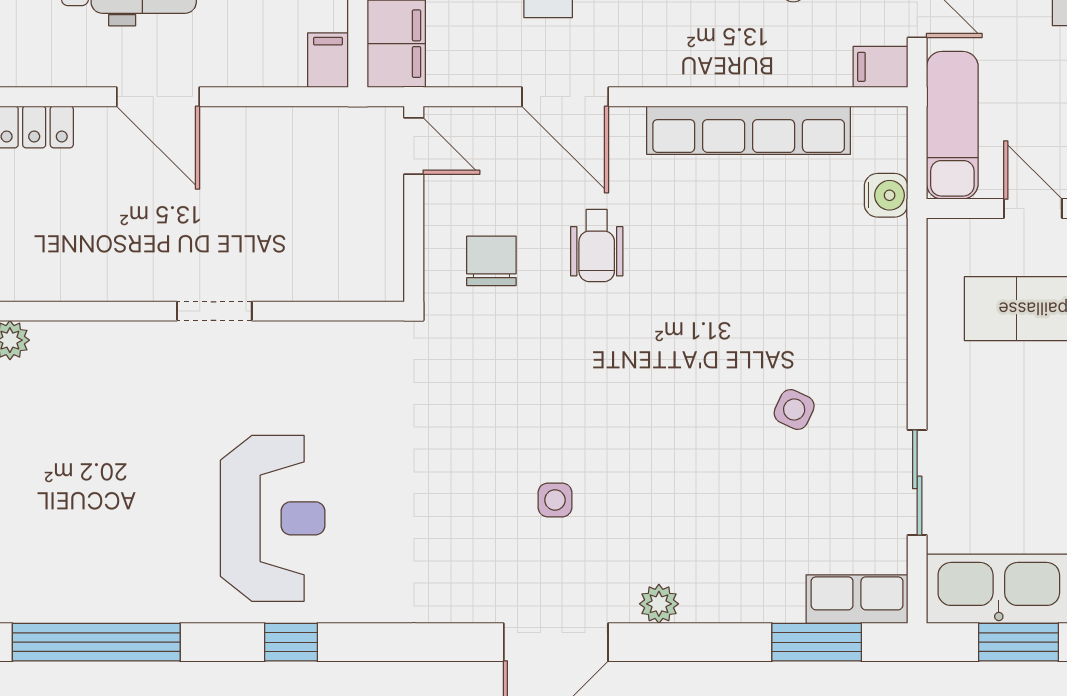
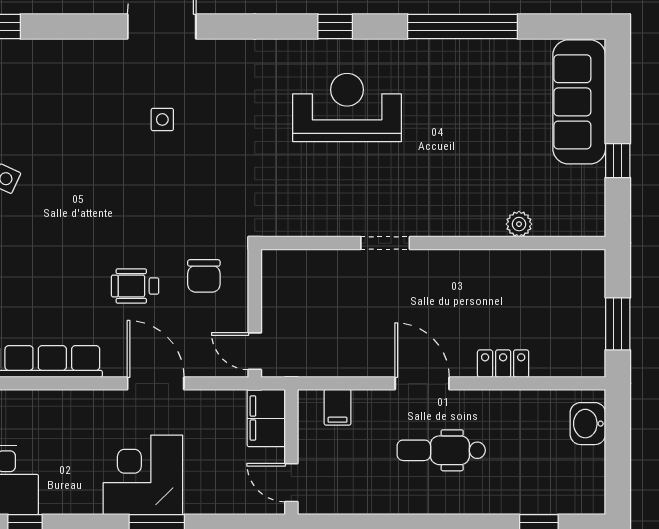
filing cabinet: (328, 60) -> (338, 407), moved
wheelchair: (597, 246) -> (135, 286), turned -90
reception desk: (273, 518) -> (347, 107), turned 90
plant: (659, 604) -> (94, 52), removed

